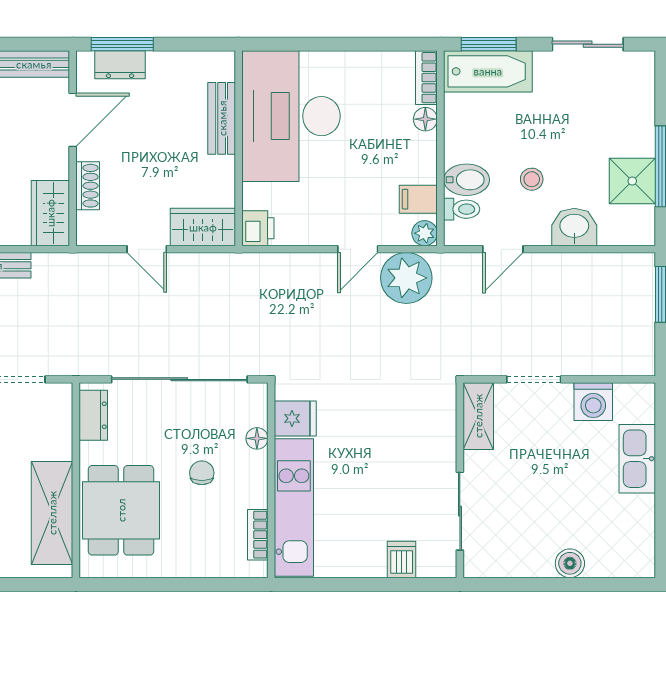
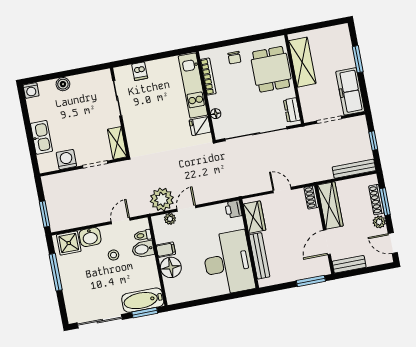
sliding door: (588, 44) -> (100, 321), width x1.37
dresser: (120, 65) -> (310, 271), removed
bookcase: (426, 78) -> (170, 292), removed
bench: (222, 118) -> (259, 256), width x1.36
floor lamp: (425, 119) -> (171, 267), width x1.89, depth x1.89
shower: (632, 181) -> (69, 243), moved
shoe rack: (88, 186) -> (311, 197), moved
filing cabinet: (418, 199) -> (166, 250), moved
wardrobe: (50, 213) -> (330, 205), width x1.50
wardrobe: (203, 227) -> (254, 217), moved, turned -90
plant: (425, 233) -> (170, 219), moved
chair: (202, 473) -> (234, 58), moved
bookcase: (258, 535) -> (208, 77), width x1.56
washing machine: (640, 563) -> (31, 90), added

